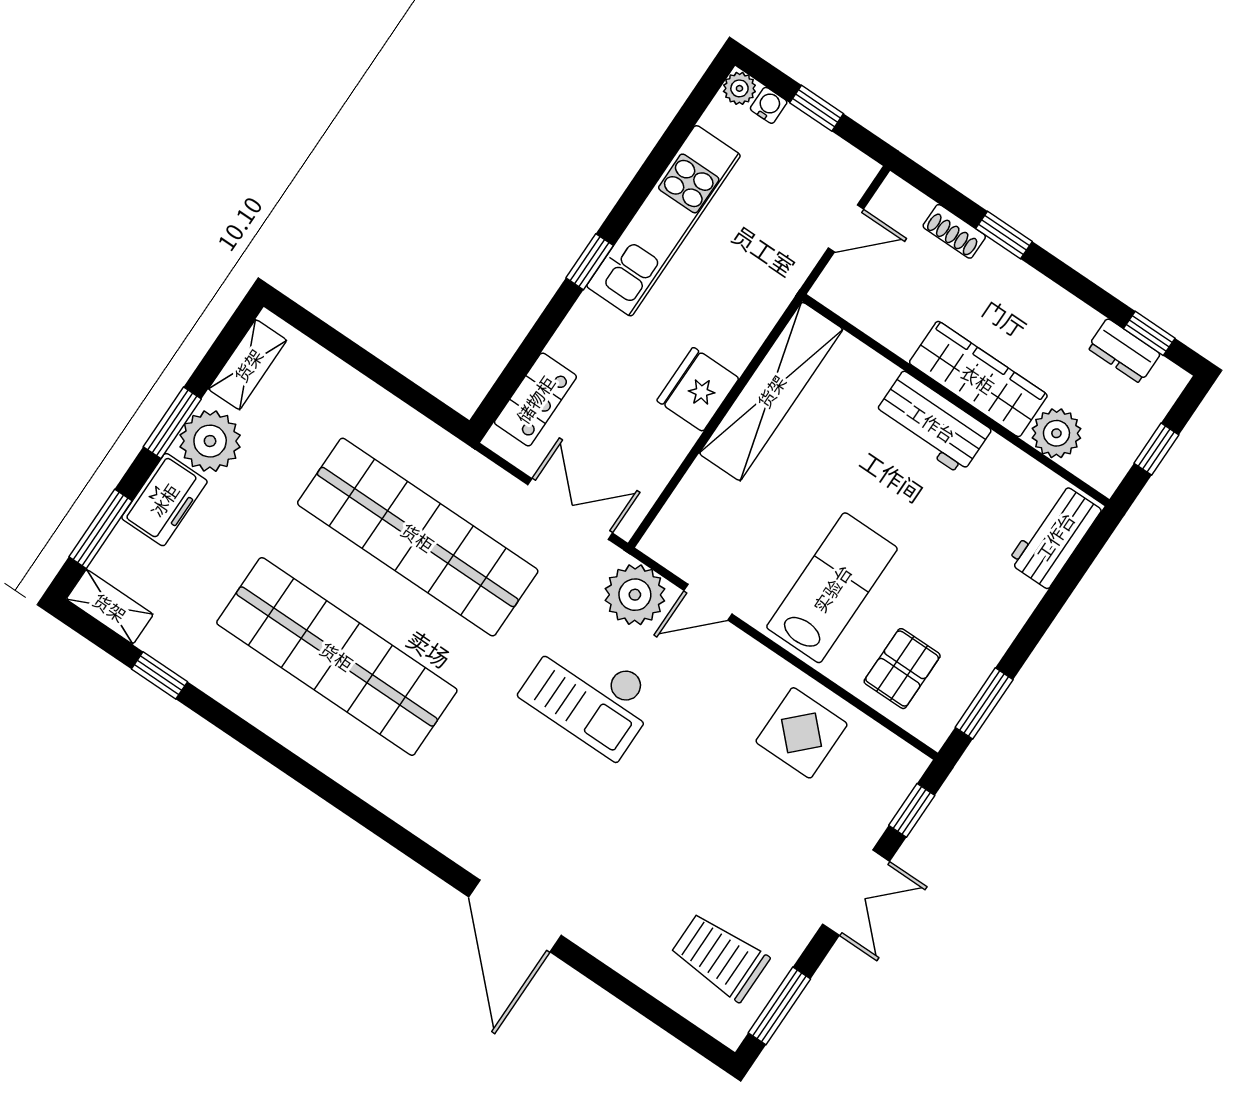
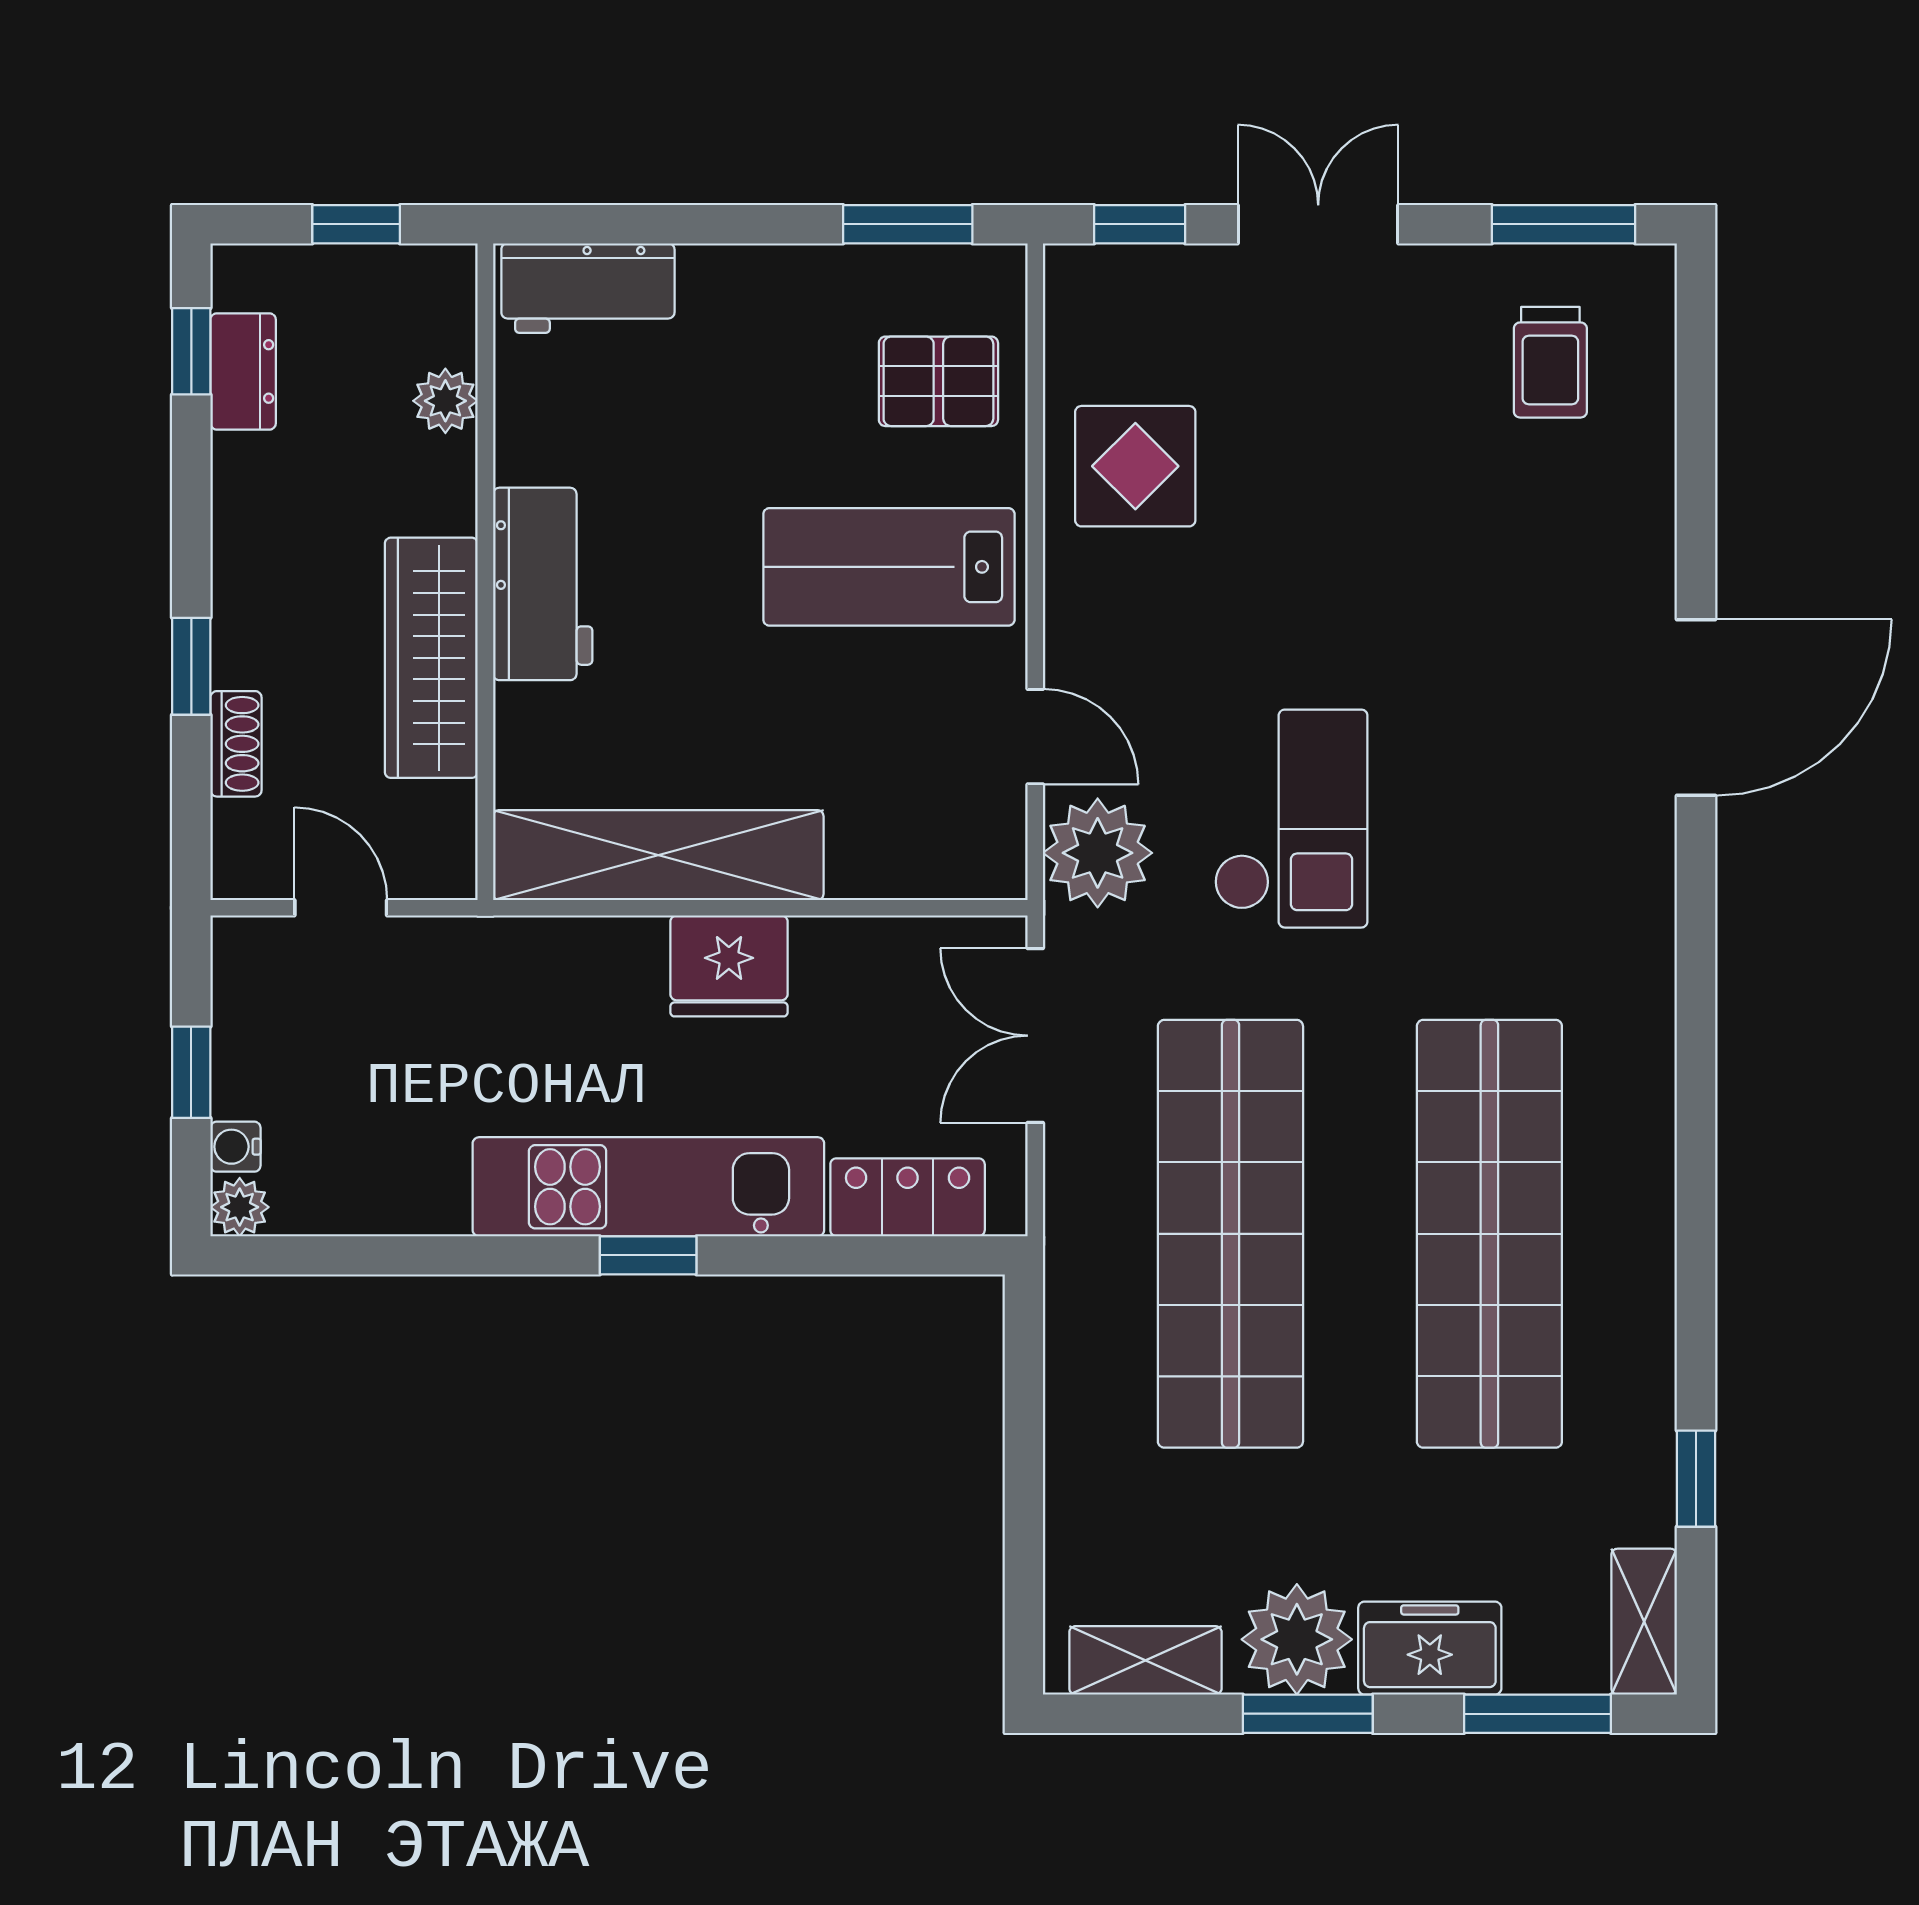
kitchen unit: (664, 221) -> (648, 1187), moved
wardrobe: (978, 379) -> (431, 658), moved
plant: (1056, 433) -> (445, 401), width x0.73, depth x0.73
trolley: (720, 957) -> (1550, 362), width x0.73, depth x0.72

